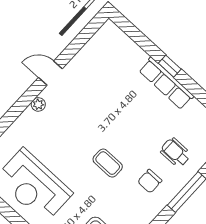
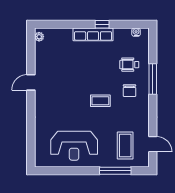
window: (170, 66) -> (102, 24), moved
plant: (38, 104) -> (39, 37), moved

